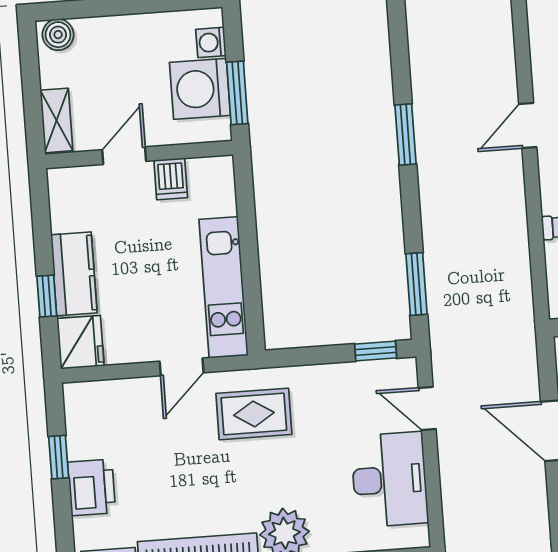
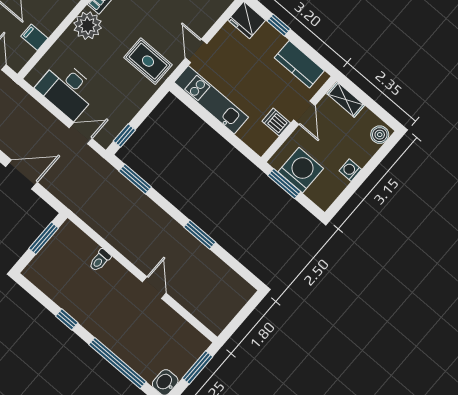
washing machine: (211, 42) -> (350, 170), moved, turned -90
kitchen counter: (74, 274) -> (299, 64), moved
rug: (254, 414) -> (148, 61), turned 90

